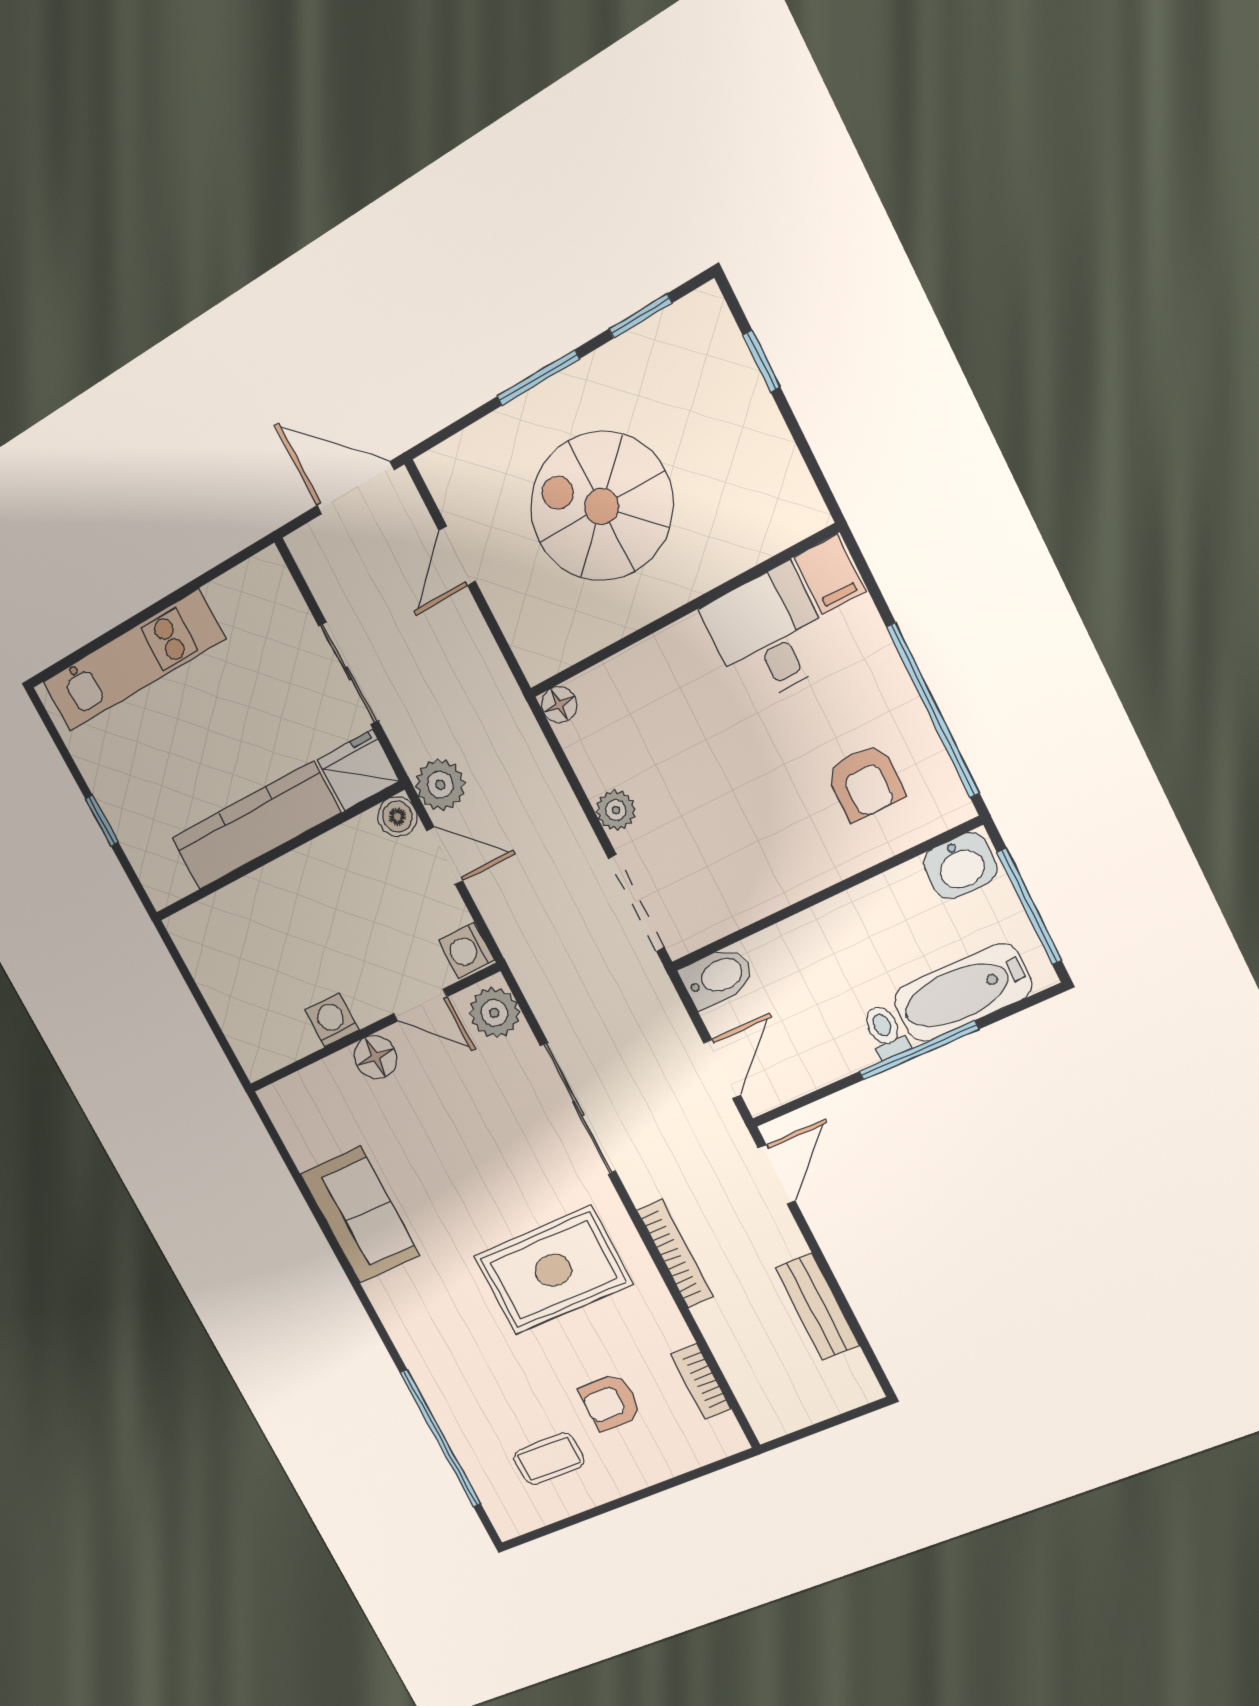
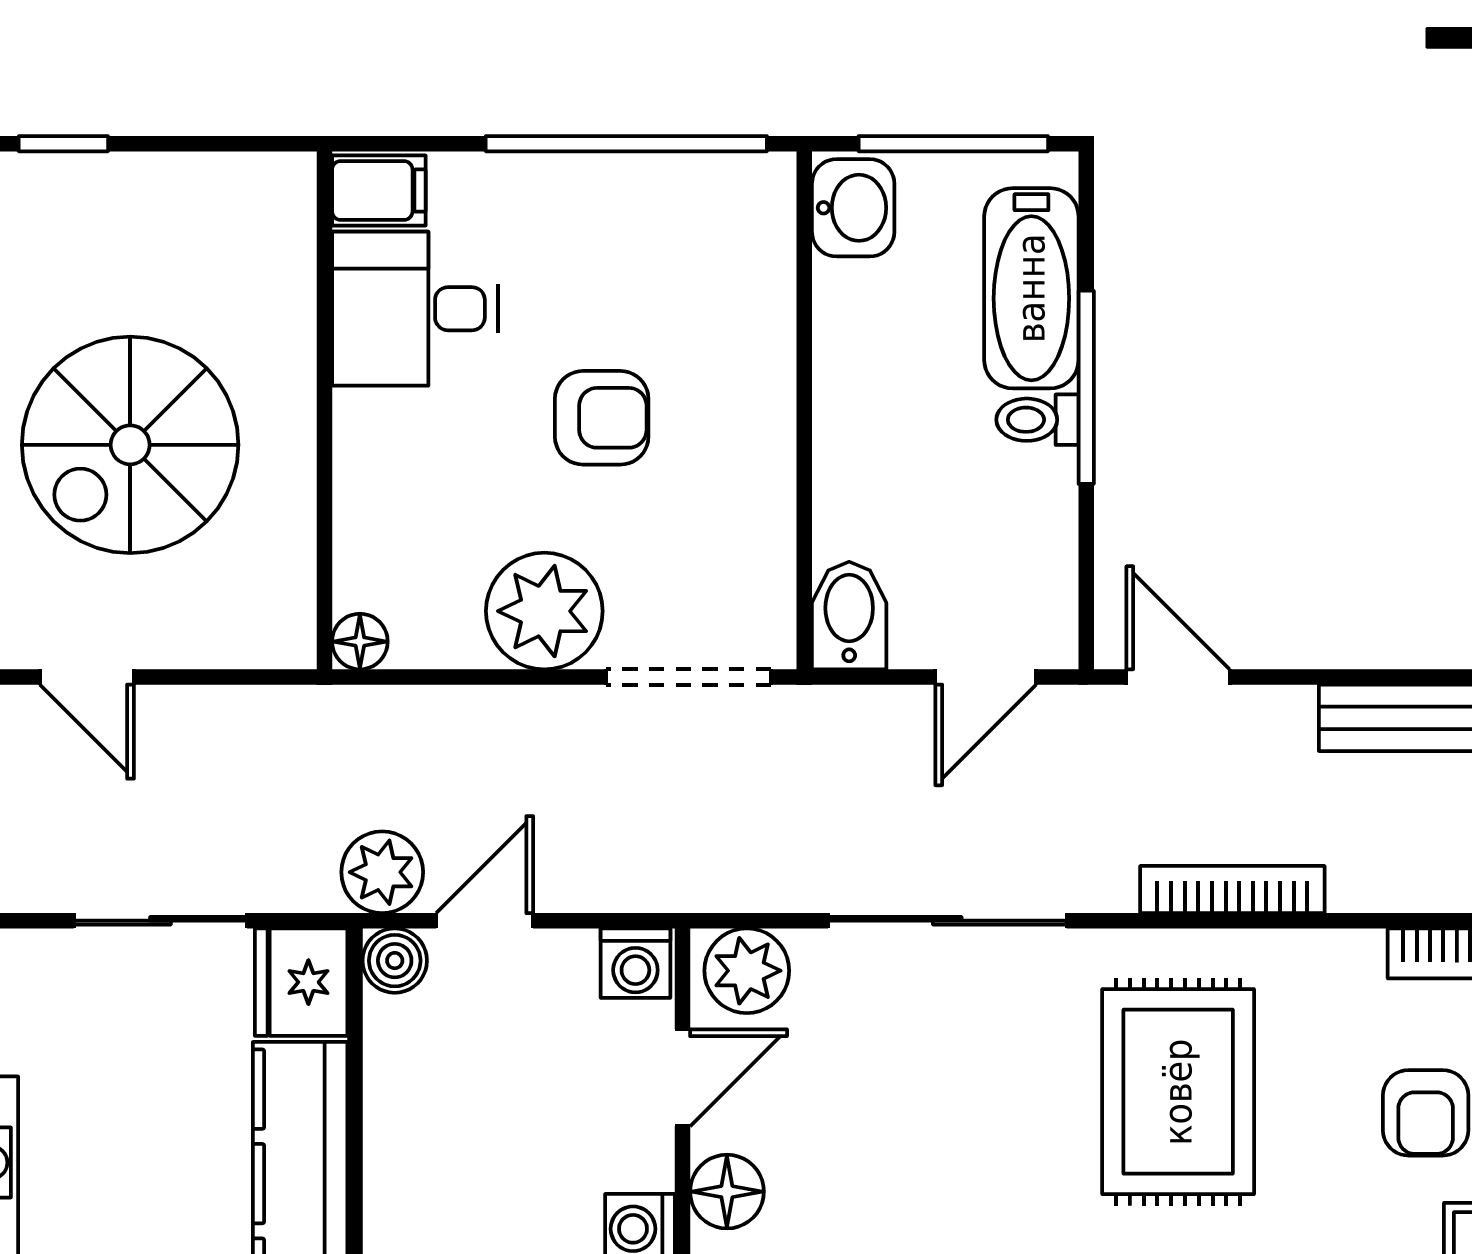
armchair: (865, 782) -> (602, 418), moved
plant: (616, 810) -> (544, 611), width x1.88, depth x1.88
door: (722, 1069) -> (986, 677), swing flipped

